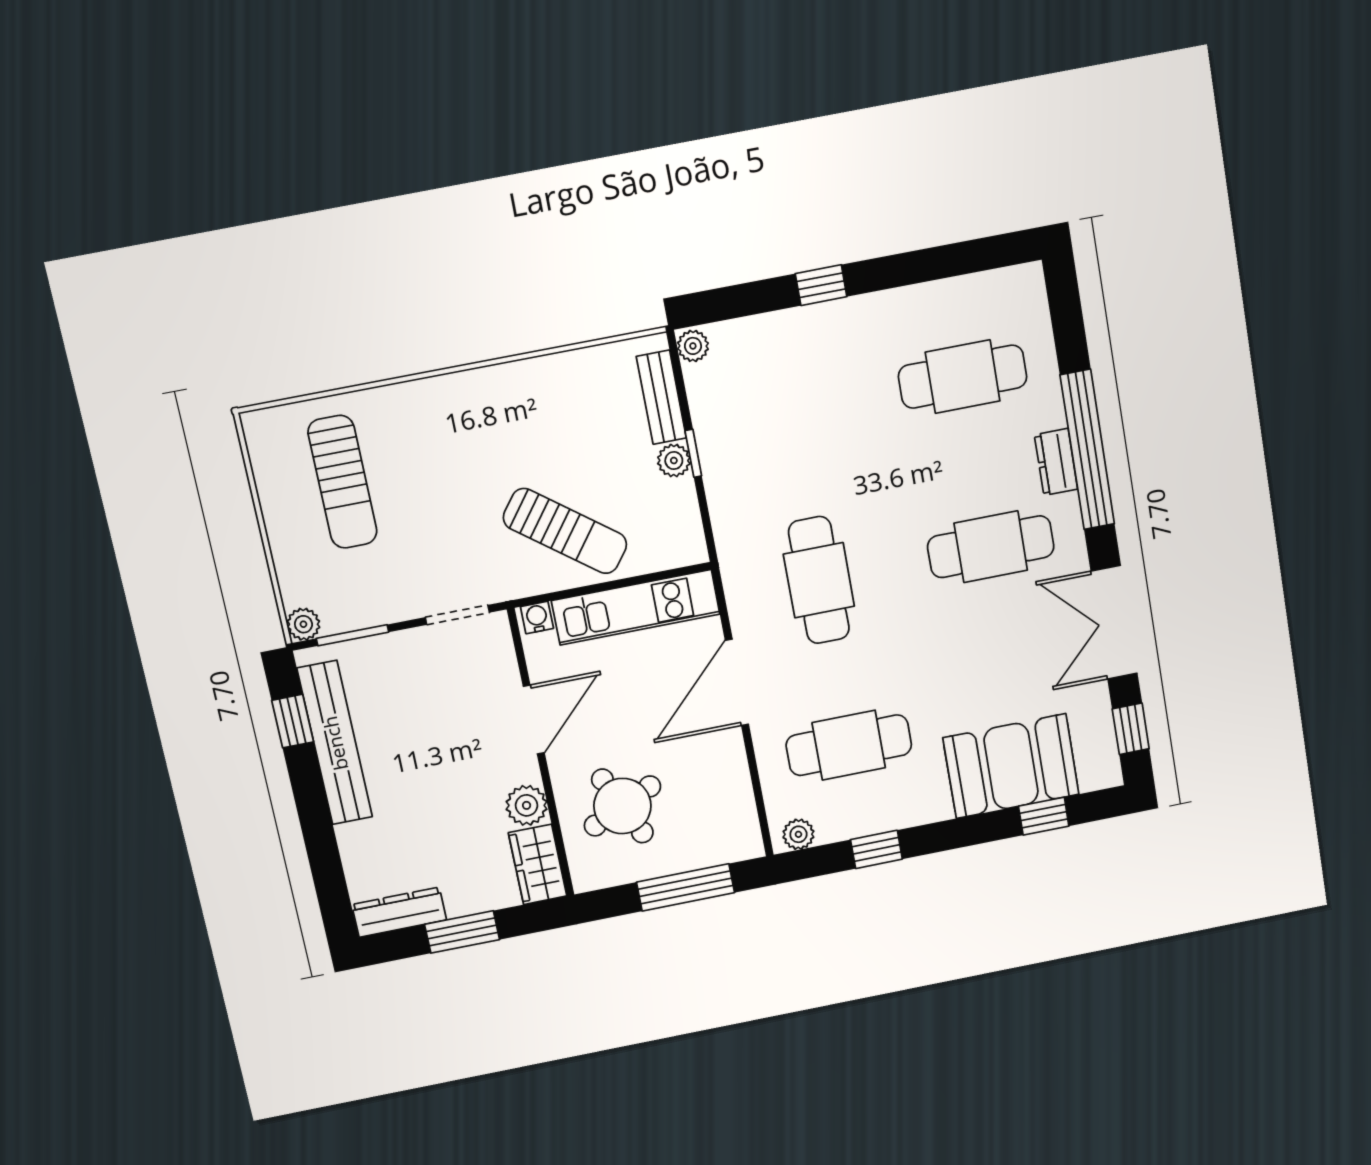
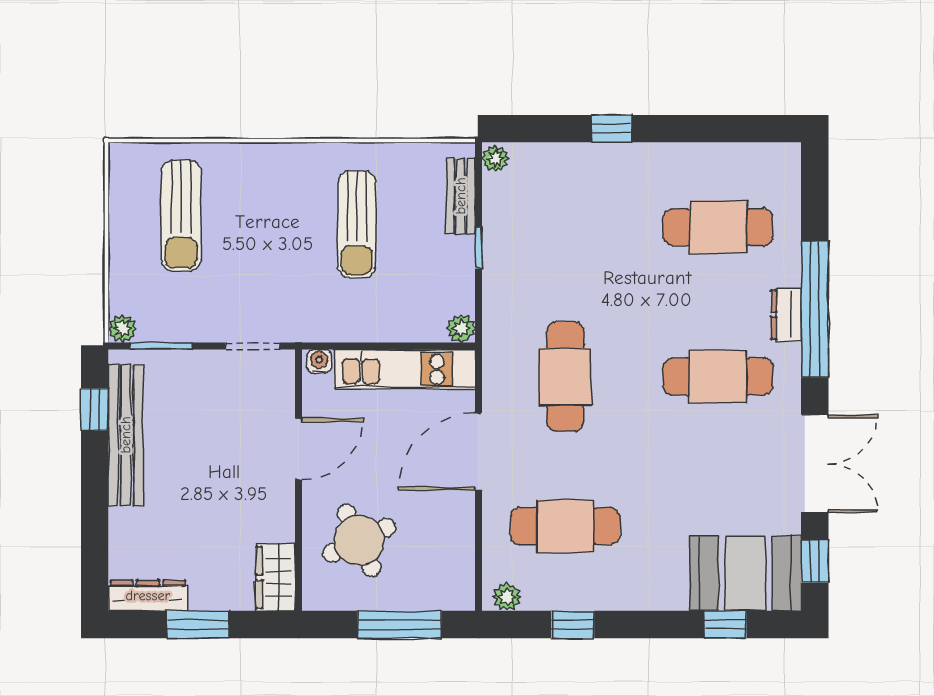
plant: (674, 460) -> (461, 328), moved
sun lounger: (565, 531) -> (357, 225), moved, turned 53
double door: (1114, 622) -> (815, 464), swing flipped
booth: (1011, 766) -> (745, 573), moved
plant: (527, 805) -> (277, 523), removed

